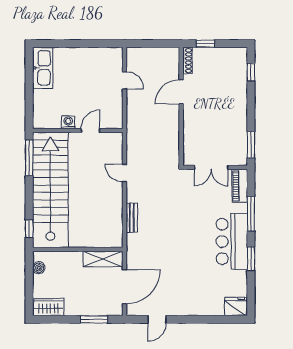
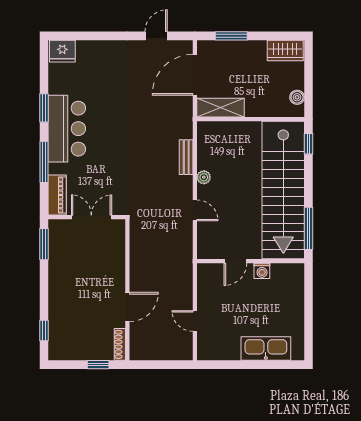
kitchen sink: (43, 68) -> (266, 349), moved, turned 90
plant: (117, 201) -> (204, 177), added

